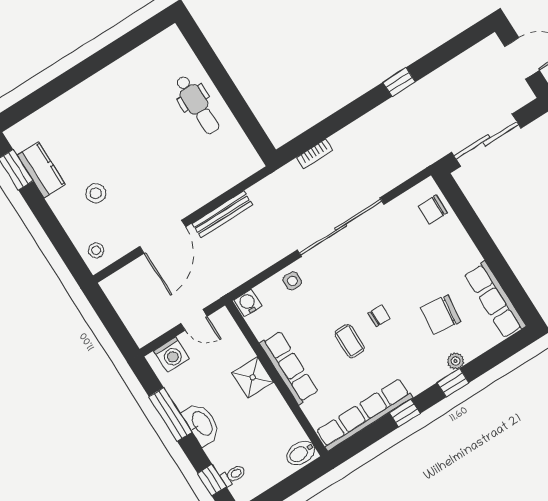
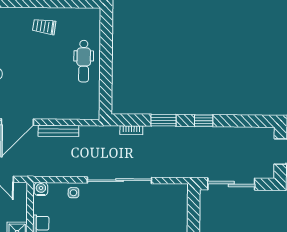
trolley: (118, 93) -> (44, 27), added
window: (348, 115) -> (164, 120), added
chair: (433, 209) -> (177, 203), removed

